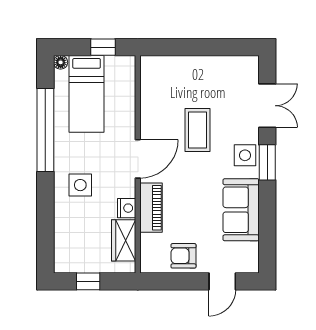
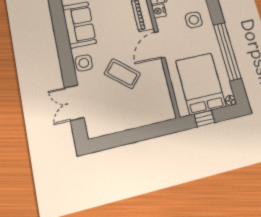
bed: (87, 94) -> (201, 83), width x1.50
coffee table: (197, 130) -> (122, 74), turned -49
window: (267, 162) -> (66, 61), removed

